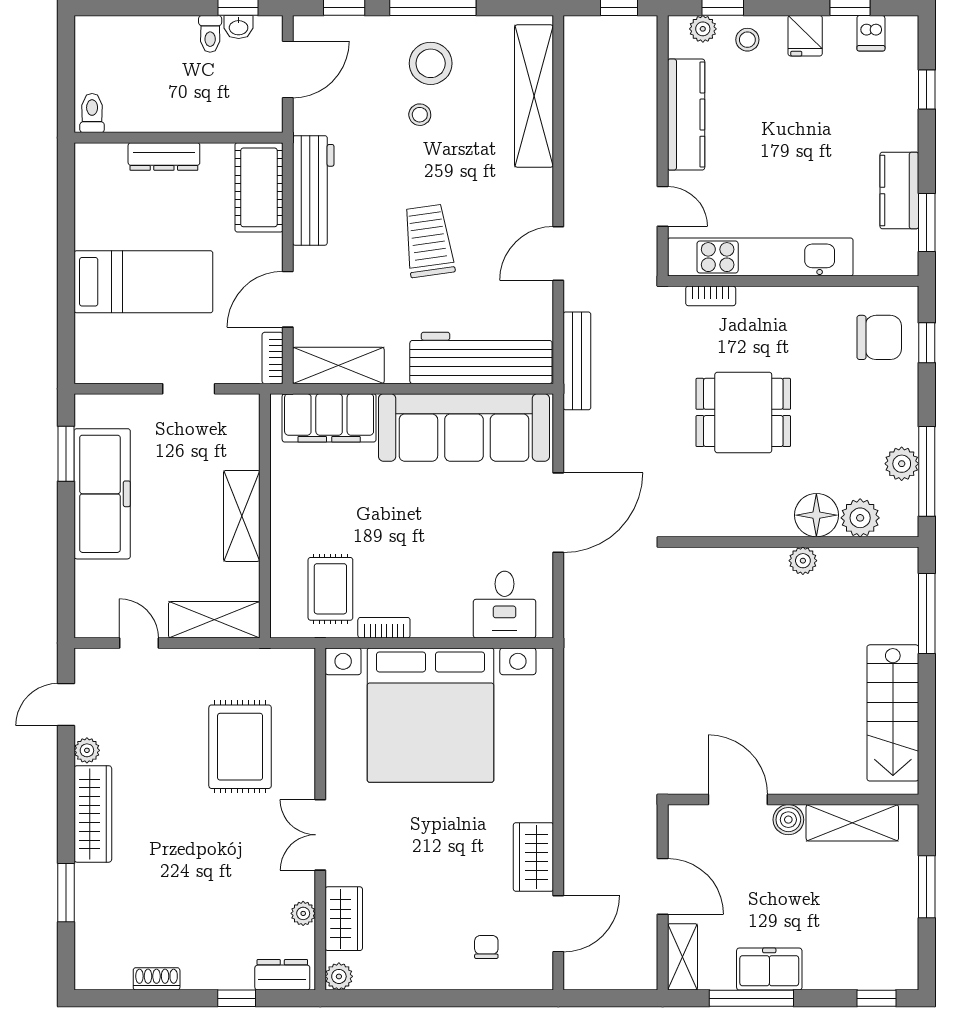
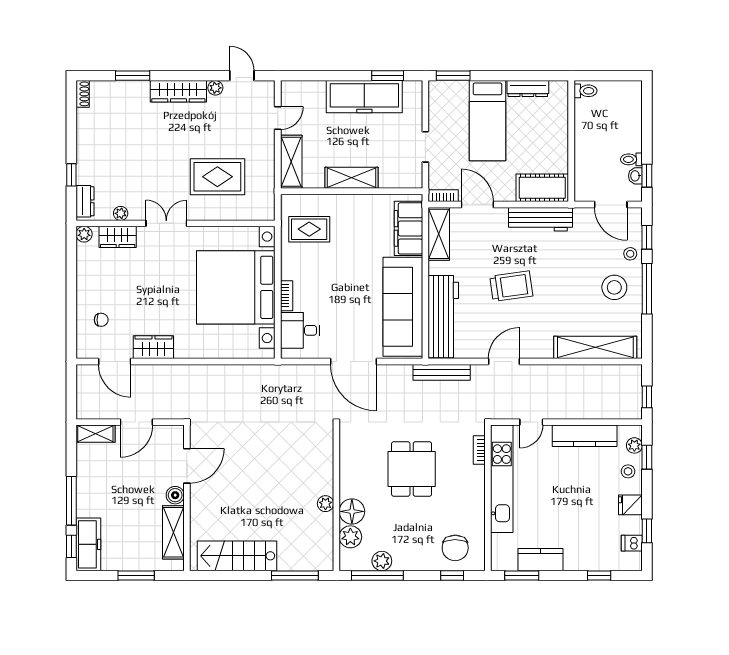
stool: (420, 115) -> (630, 254), moved
dresser: (164, 156) -> (528, 89), moved, turned -90
door: (558, 253) -> (504, 362), hinge flipped
window: (66, 341) -> (453, 76), added
bookcase: (384, 628) -> (287, 296), moved
freezer: (769, 969) -> (88, 544), moved, width x1.40
shoe rack: (157, 979) -> (83, 94), moved
window: (751, 998) -> (71, 501), moved

